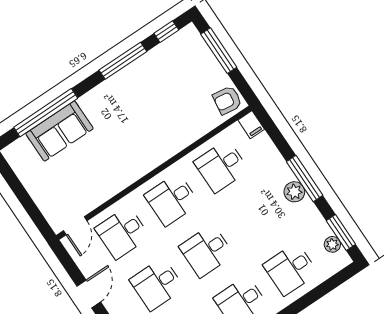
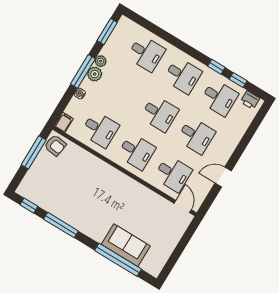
window: (219, 51) -> (34, 152), moved
water cooler: (278, 162) -> (80, 94), added
door: (75, 226) -> (183, 207), hinge flipped
plant: (332, 244) -> (101, 61), moved

